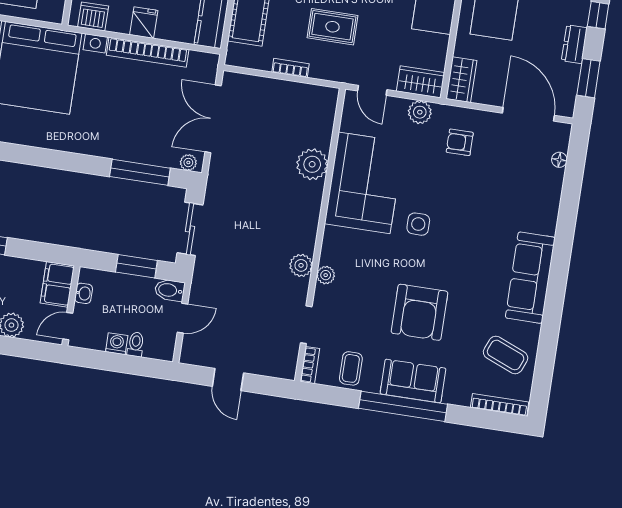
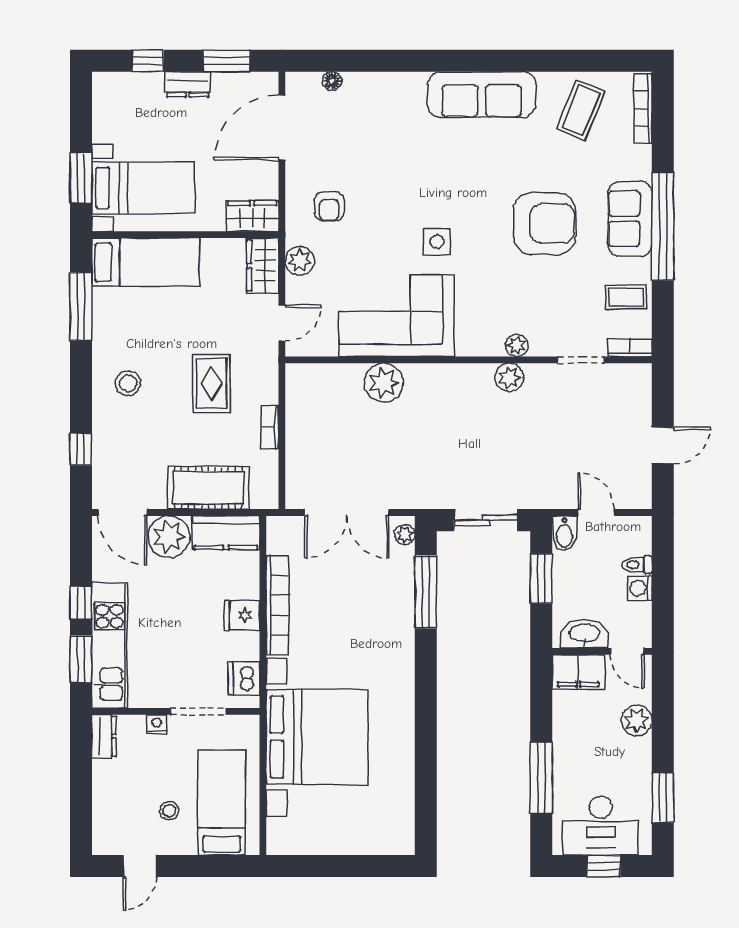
washbasin: (84, 293) -> (584, 634), width x1.91, depth x1.45

